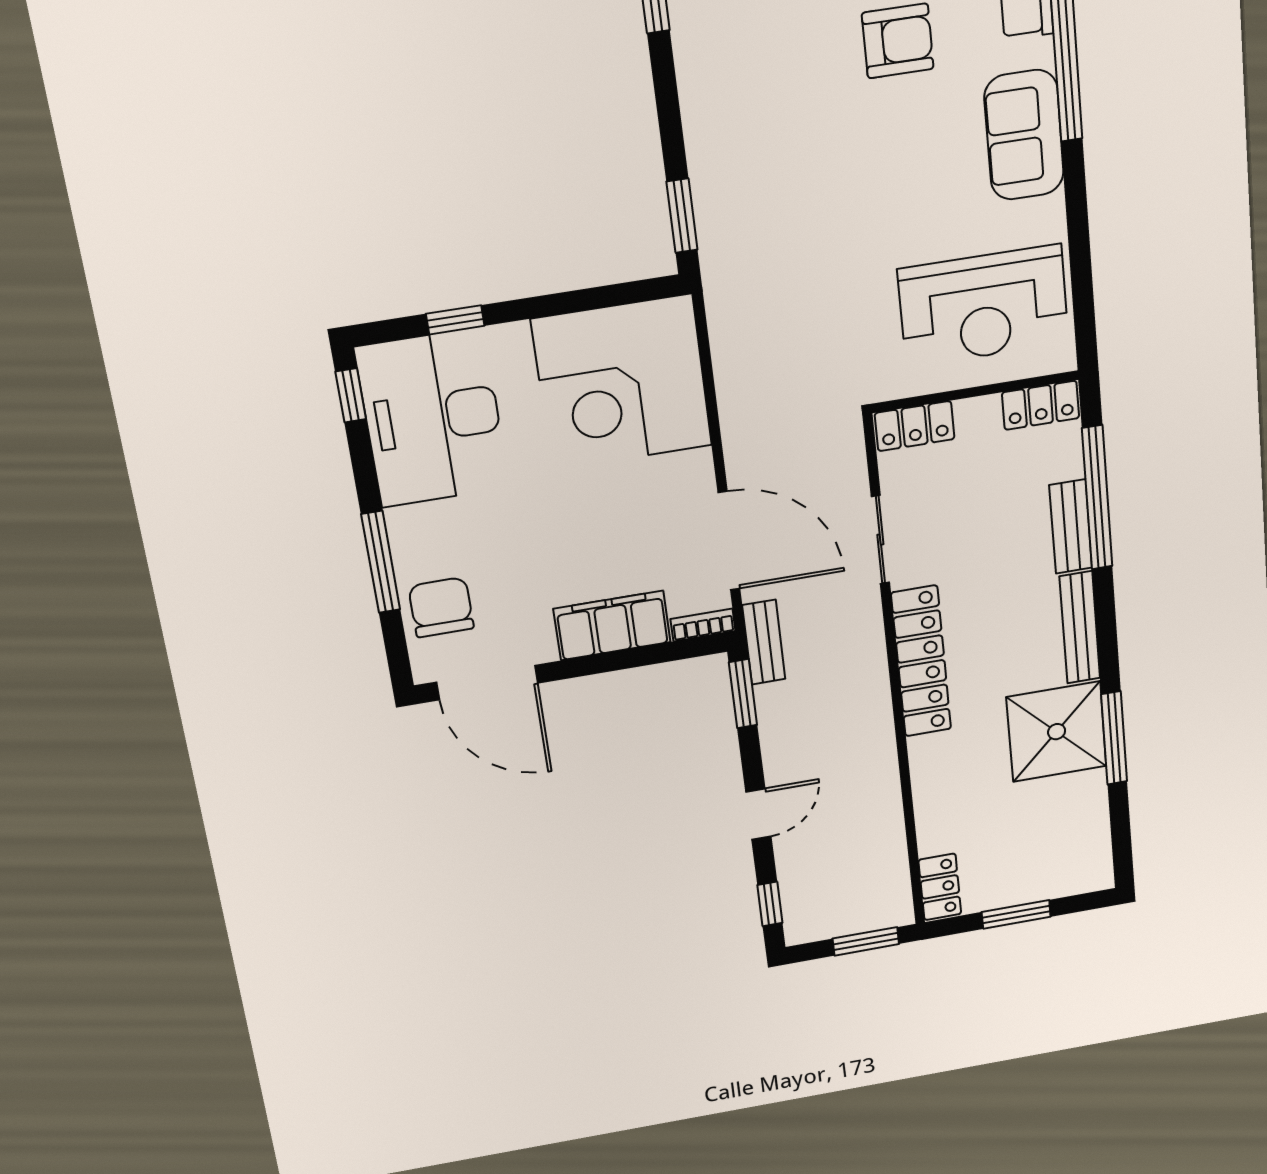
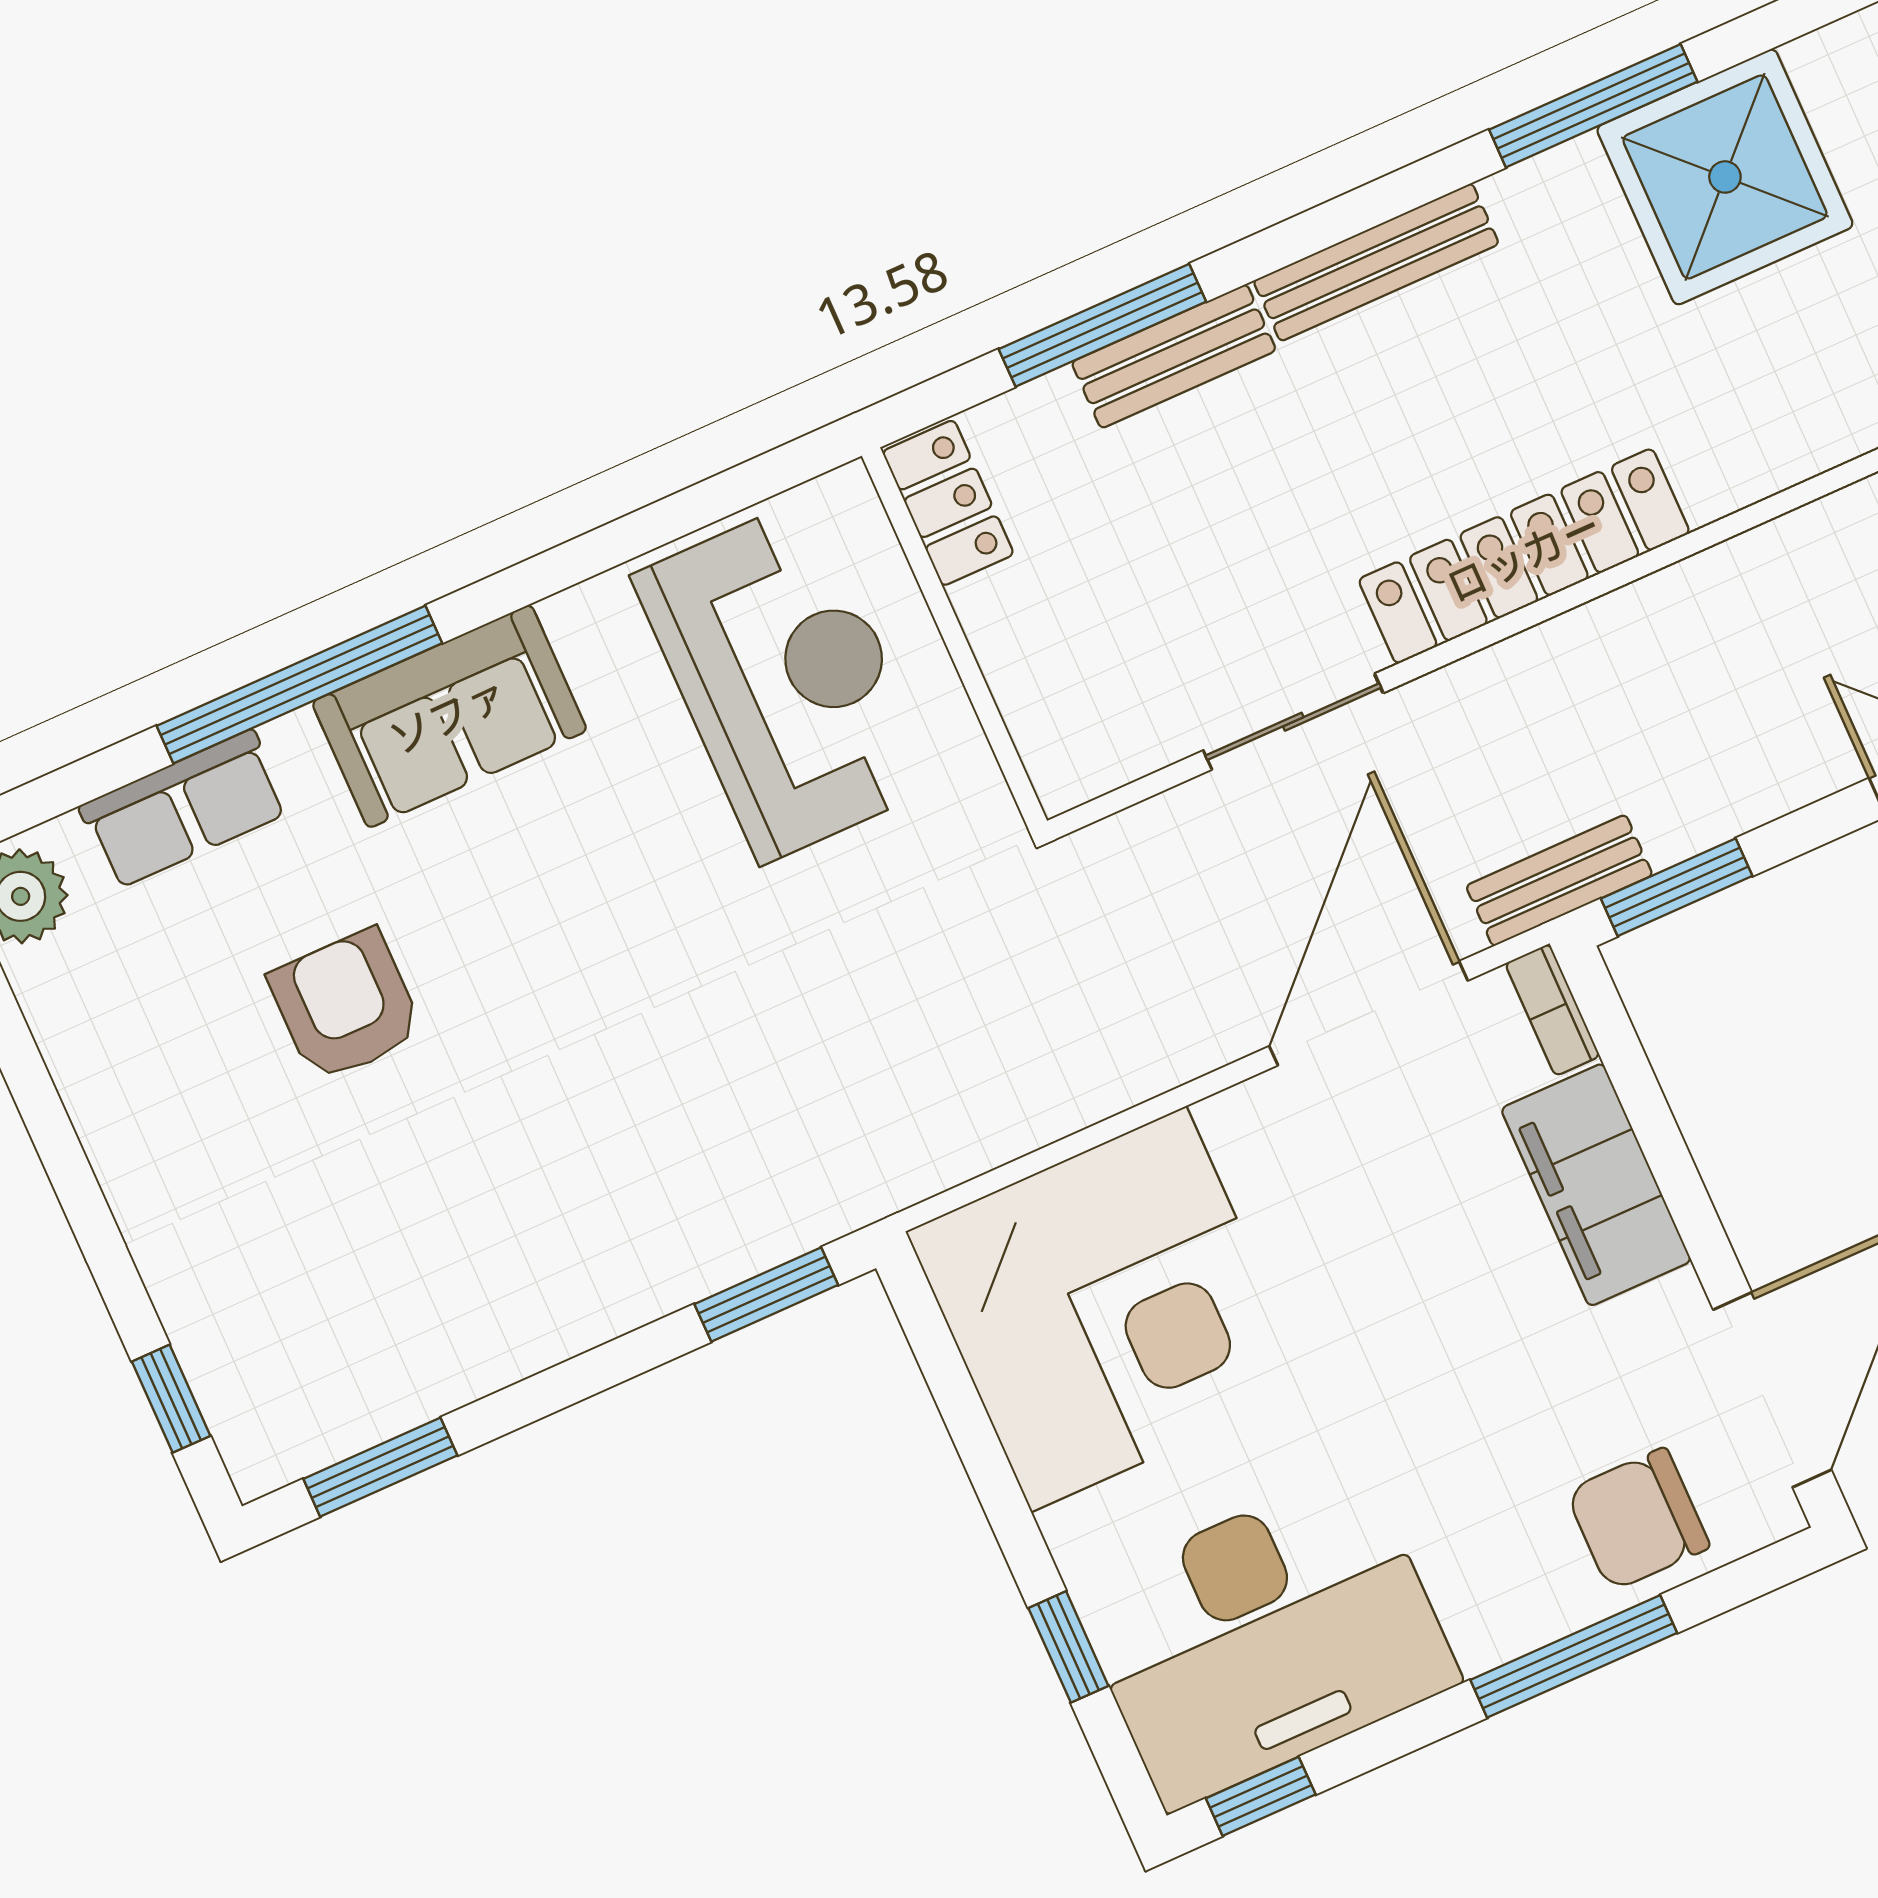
locker: (915, 426) -> (1051, 732), removed
window: (1097, 498) -> (1102, 325), width x0.68
shower: (1057, 732) -> (1725, 177), moved

